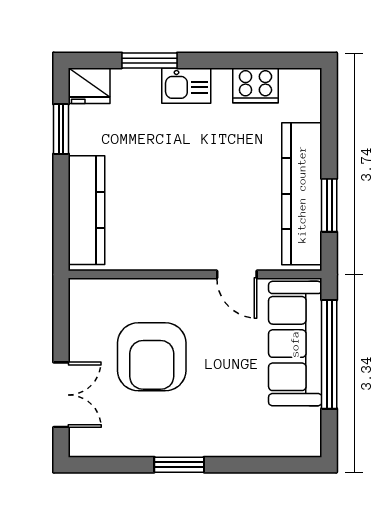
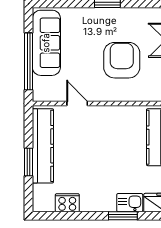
kitchen sink: (186, 86) -> (130, 203), moved
window: (329, 205) -> (29, 162), moved
sofa: (295, 344) -> (46, 43), moved

